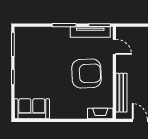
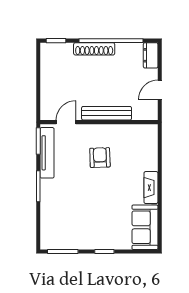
armchair: (87, 73) -> (100, 158), width x0.53, depth x0.53
bench: (121, 93) -> (107, 113), moved
fireplace: (100, 113) -> (151, 188), moved

